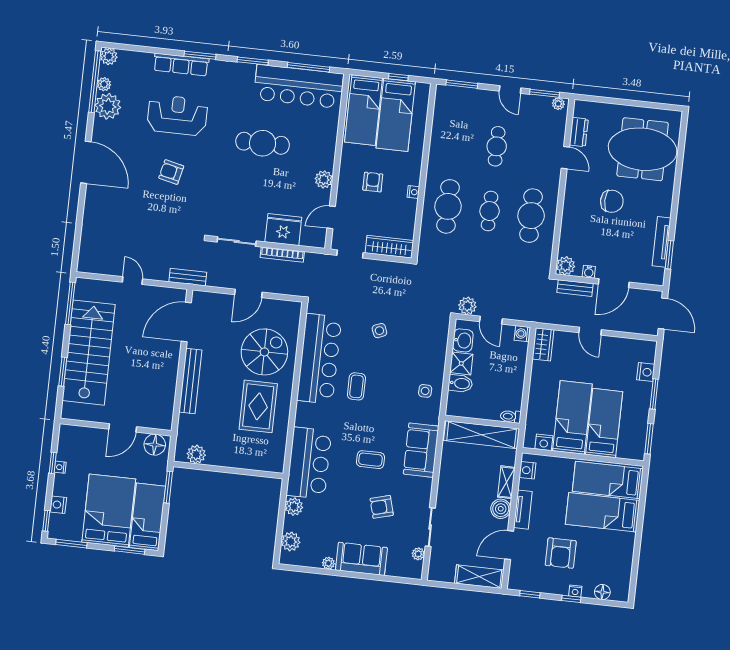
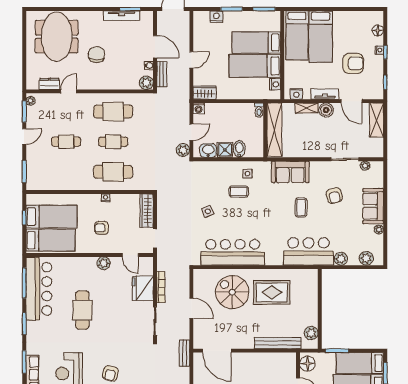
bench: (190, 381) -> (278, 343), moved
coffee table: (356, 386) -> (239, 192), moved

